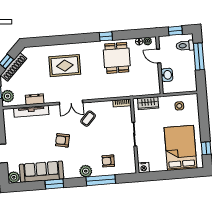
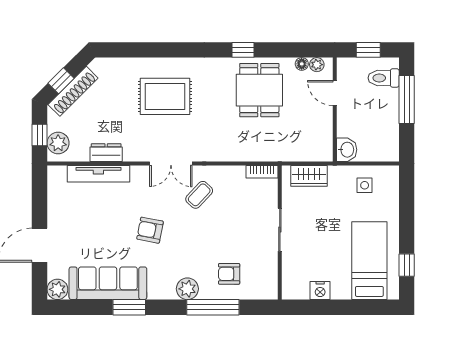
washbasin: (167, 75) -> (347, 150), moved
bed: (180, 148) -> (369, 261), width x0.67
nightstand: (144, 167) -> (320, 291), moved

